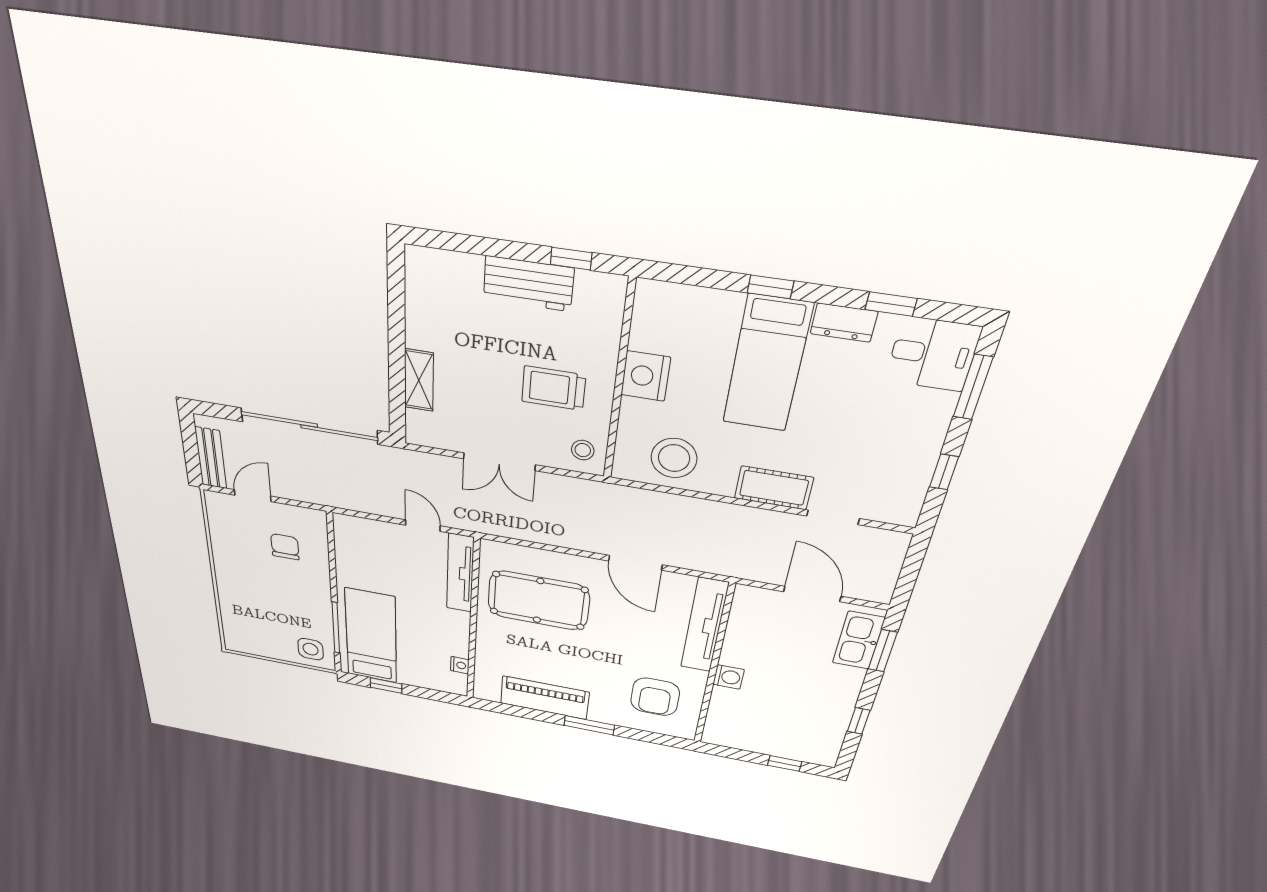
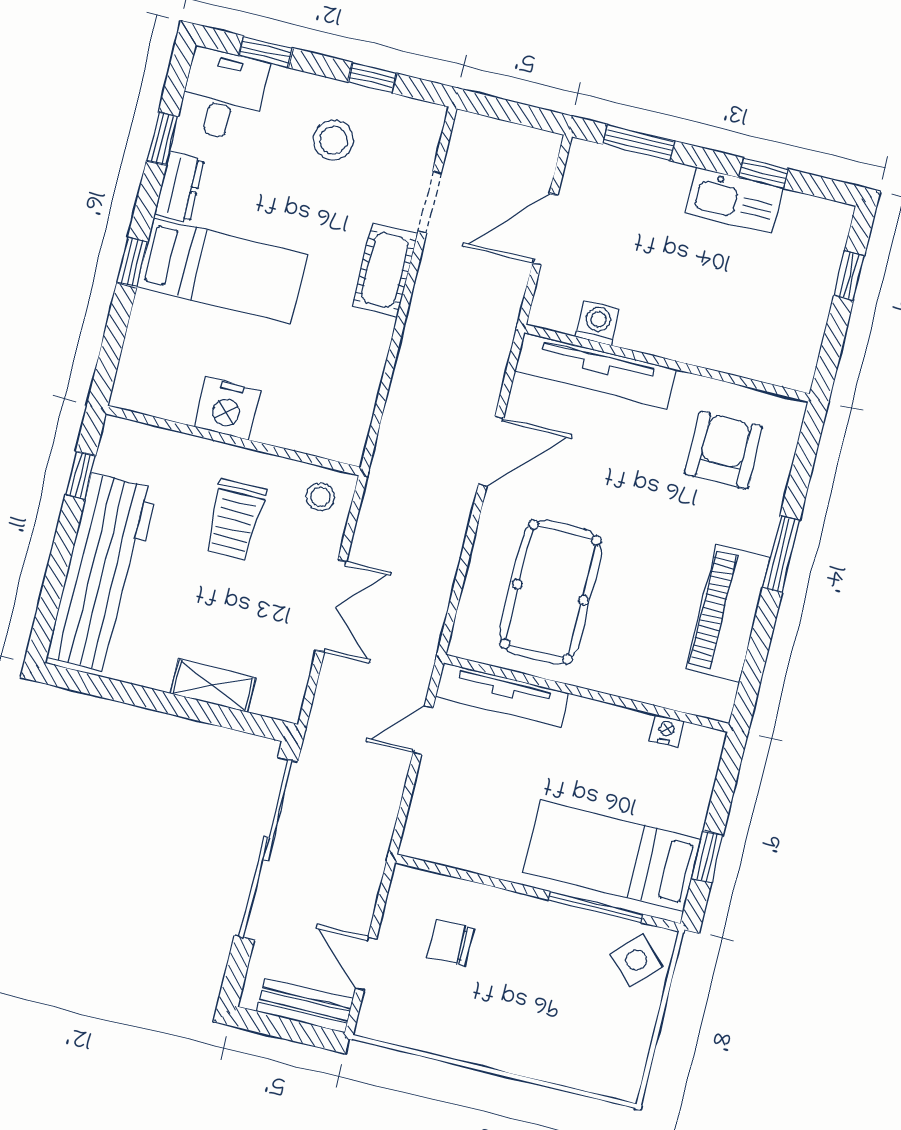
workbench: (528, 284) -> (102, 573), width x1.88, depth x1.32
window: (973, 387) -> (266, 52), width x0.67
stool: (674, 458) -> (333, 140), moved, width x0.73, depth x0.73
kitchen sink: (859, 640) -> (734, 200), moved
side table: (311, 649) -> (636, 960), turned 45
washing machine: (729, 677) -> (597, 323), moved
armchair: (655, 697) -> (724, 450), turned -90

